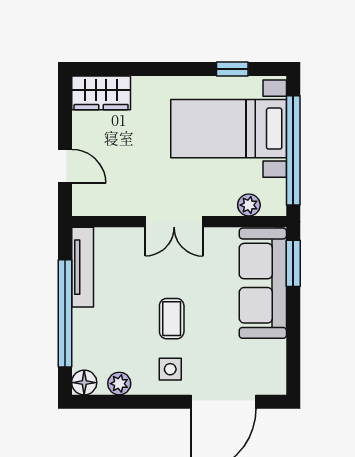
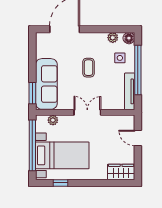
side table: (170, 369) -> (120, 58), moved

